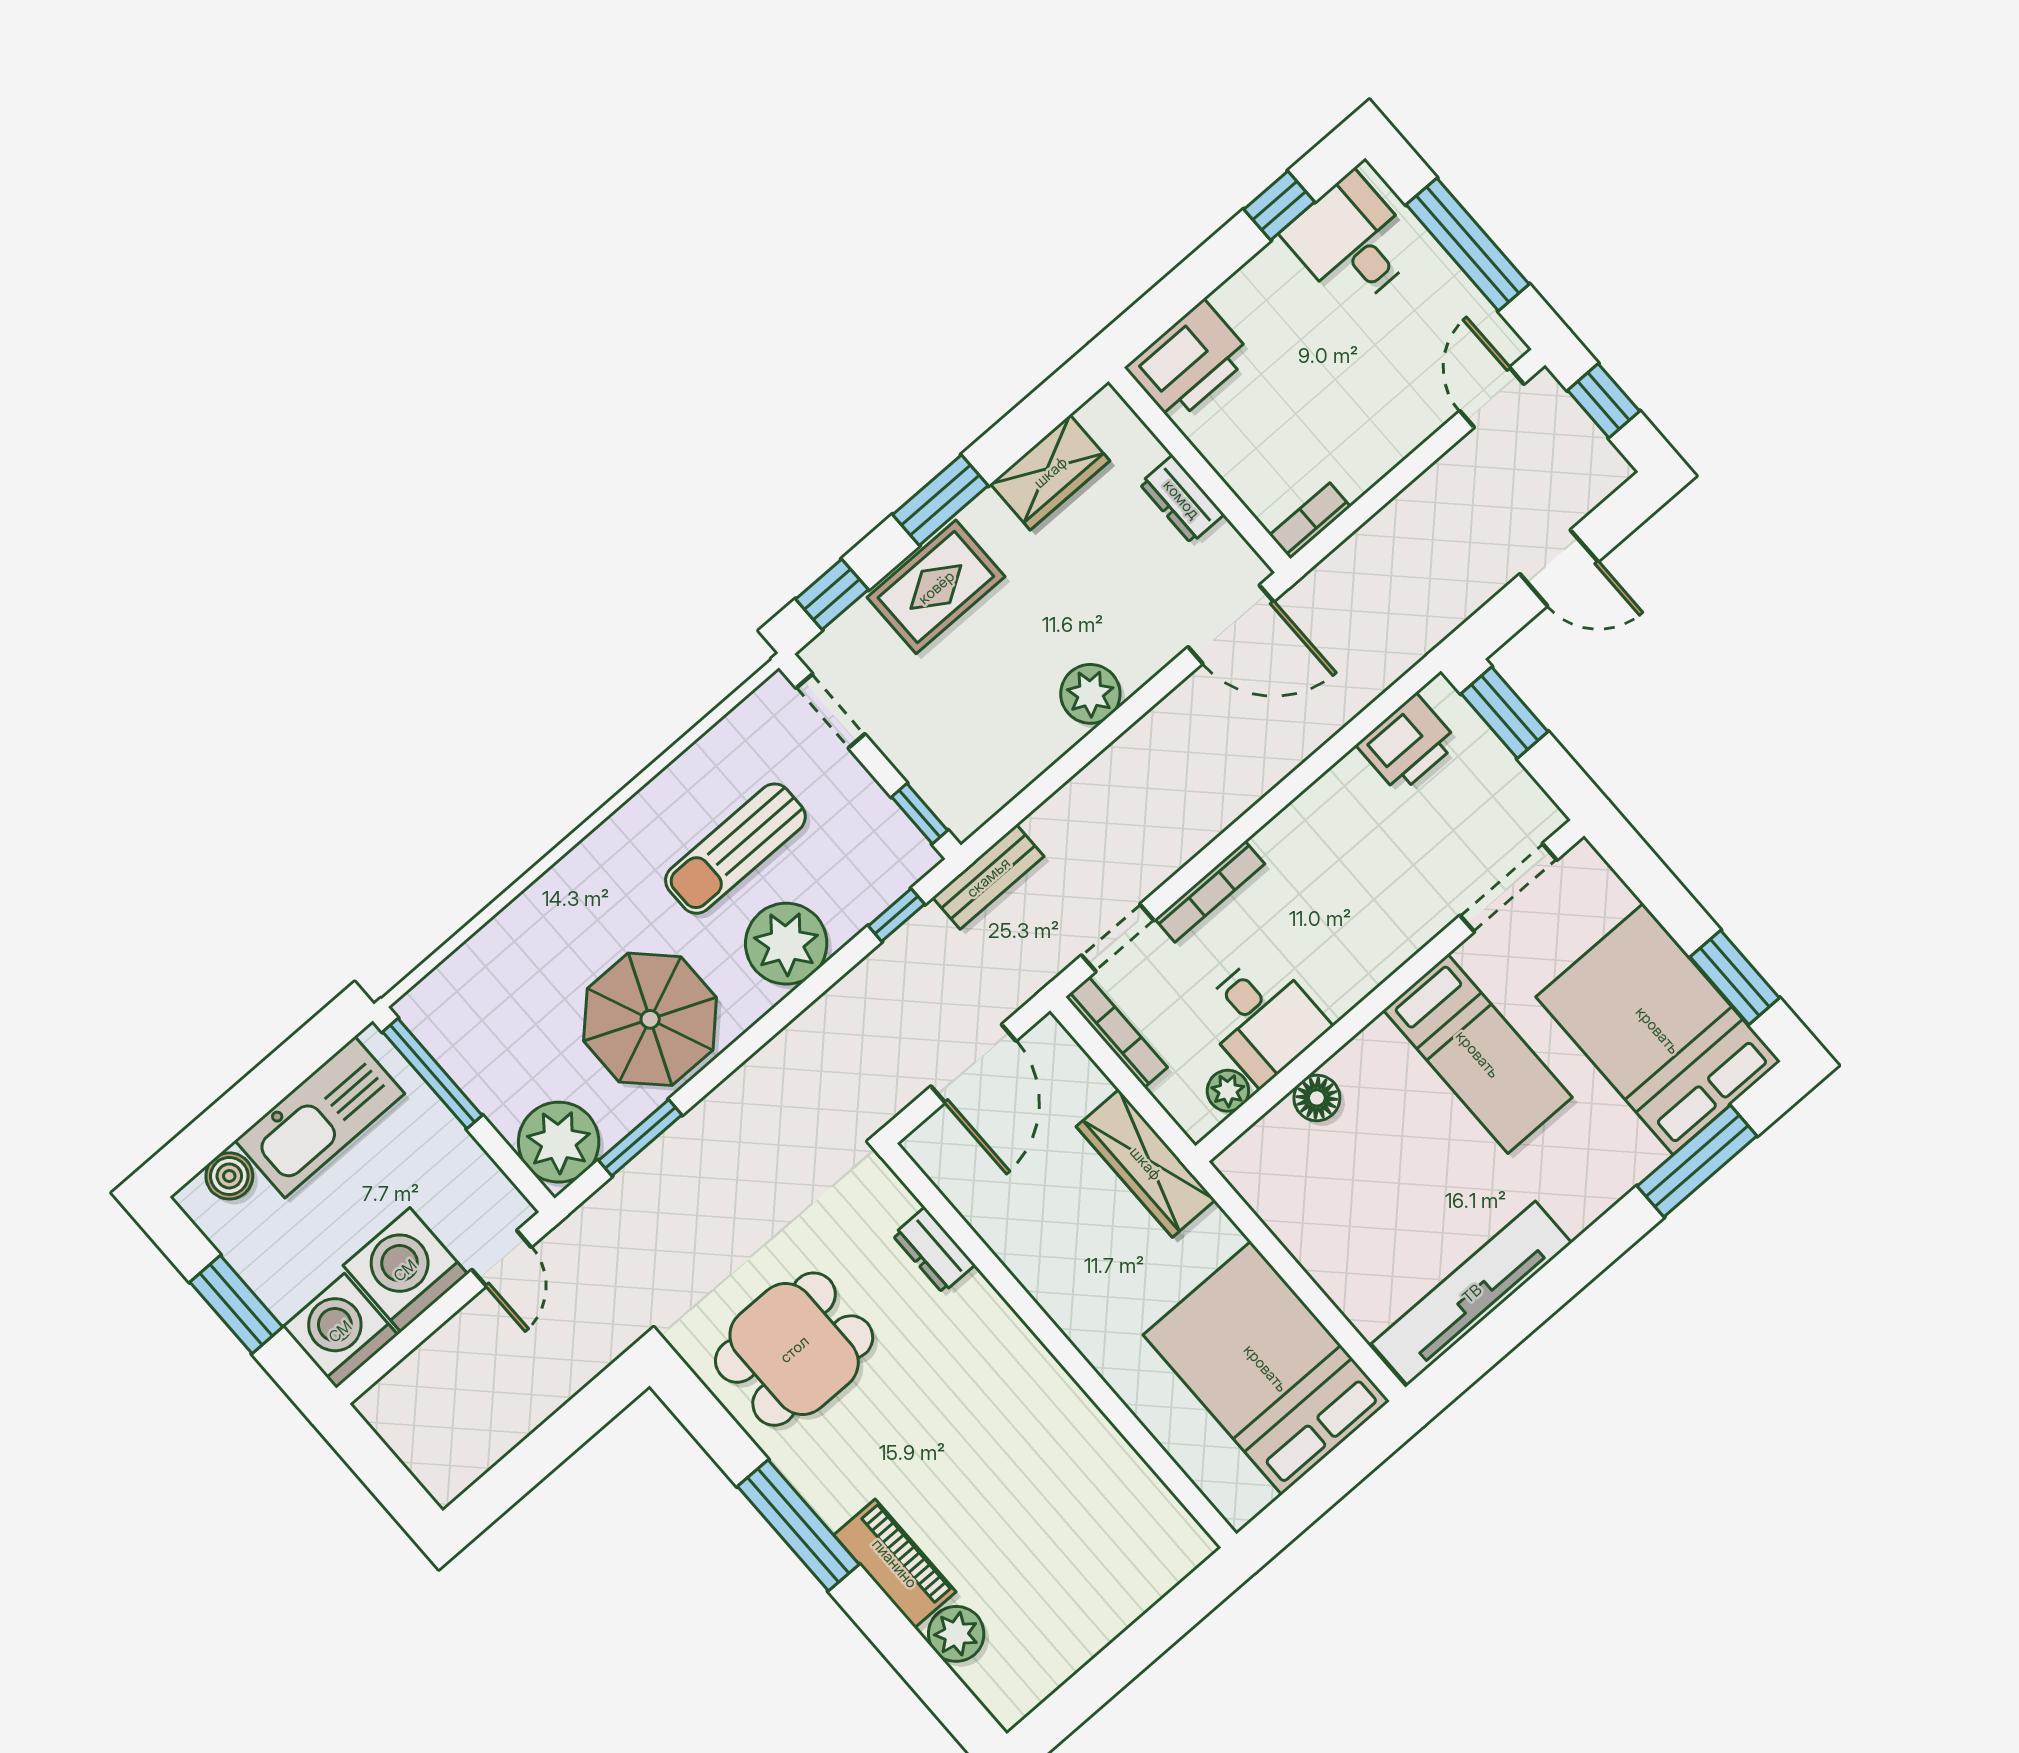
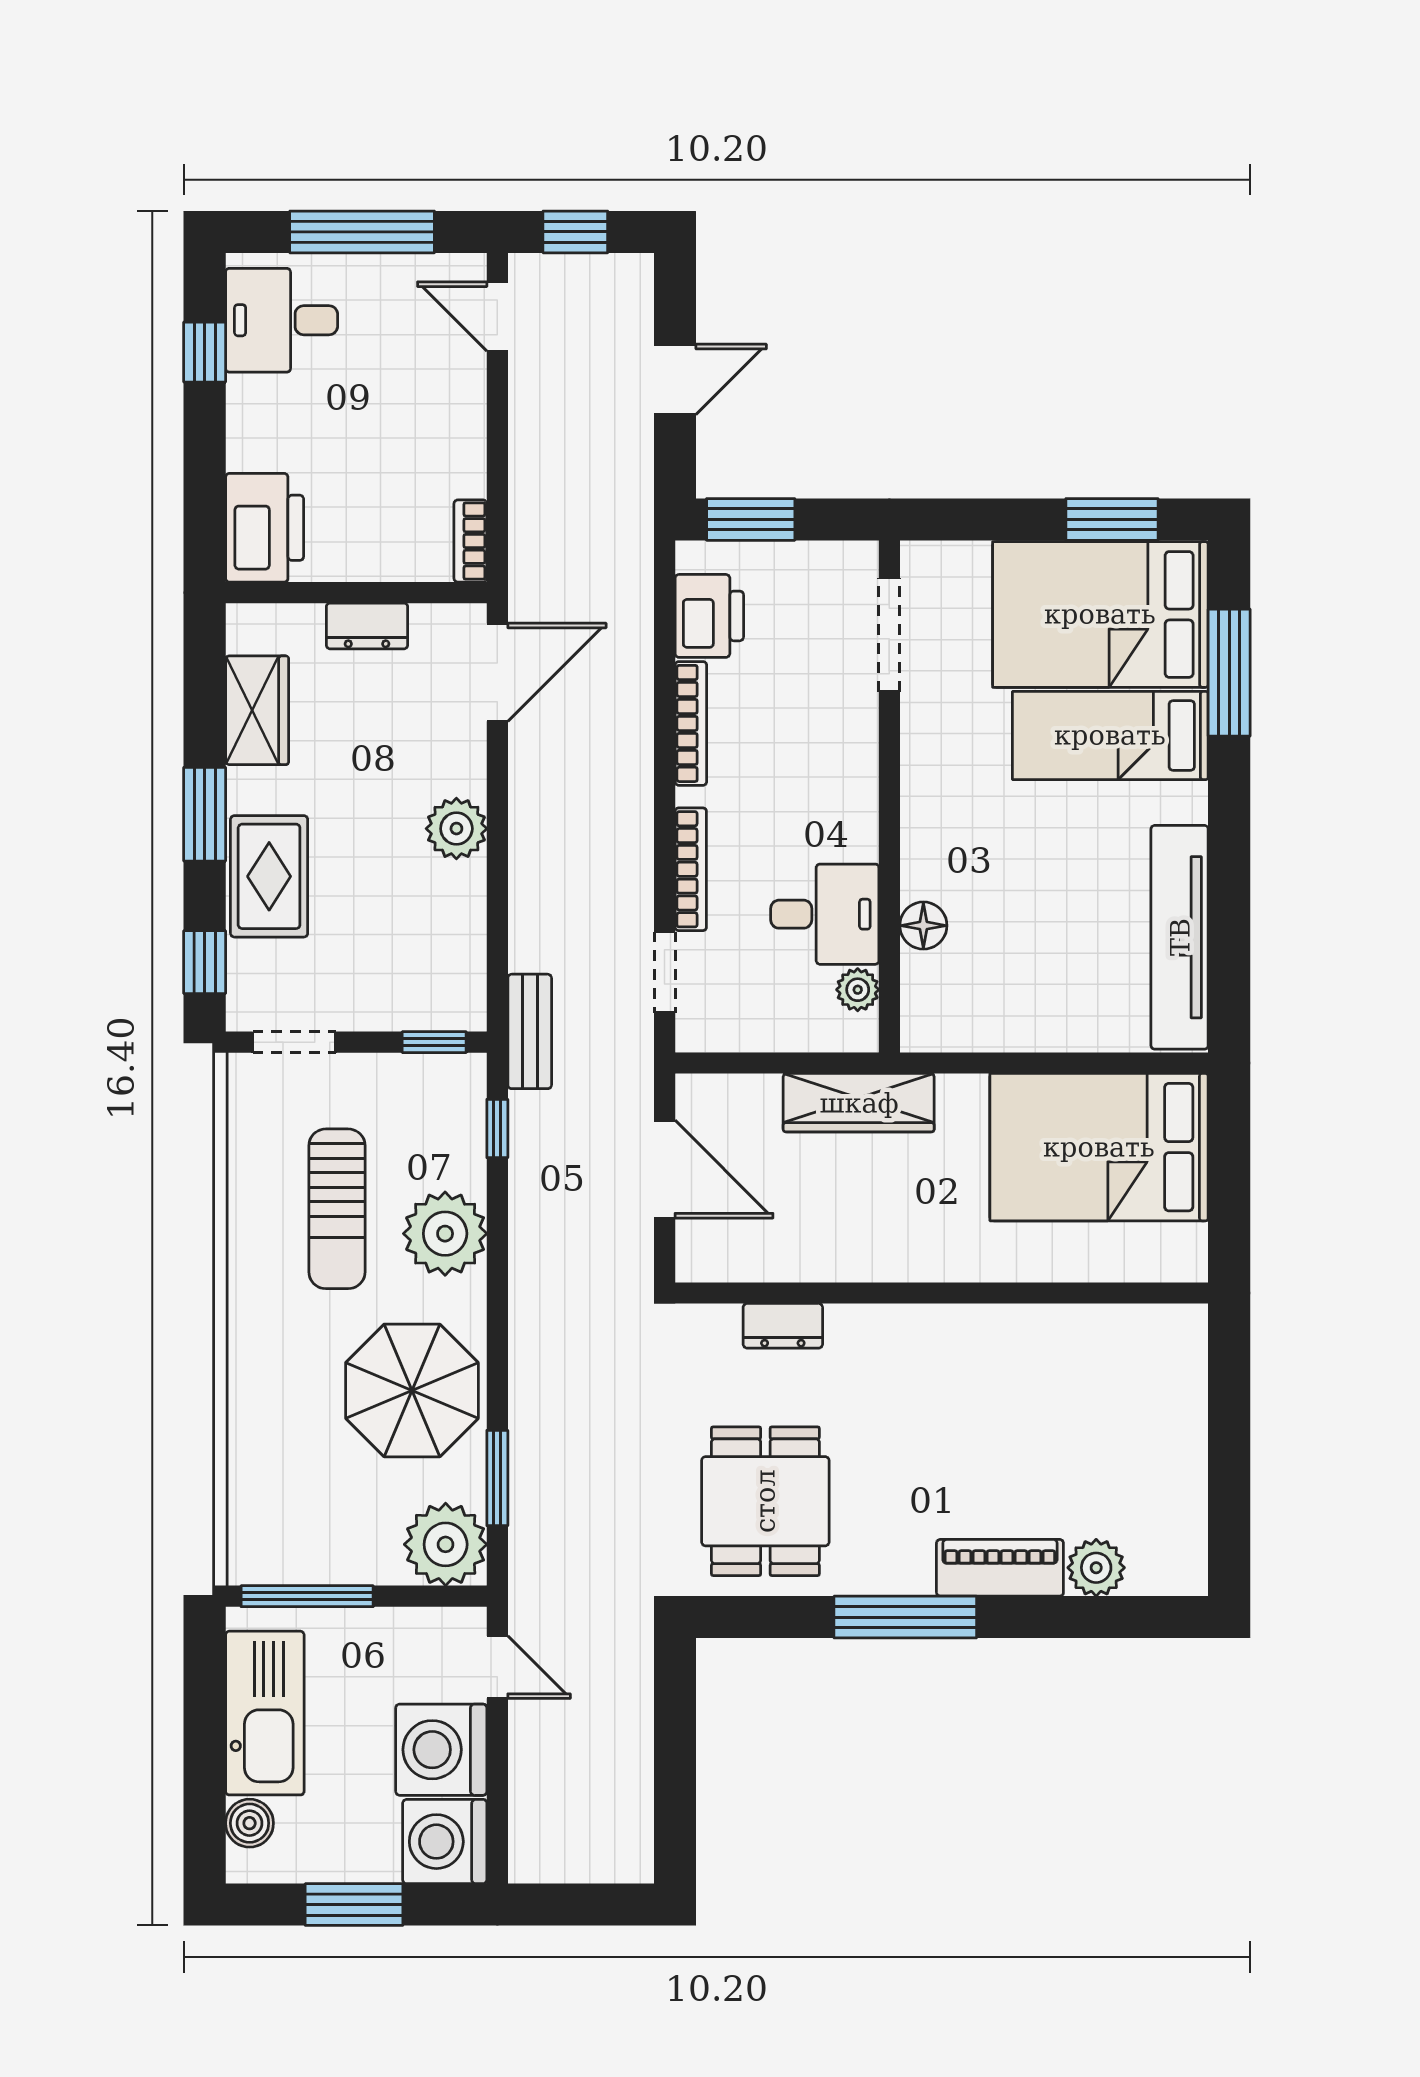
bookcase: (1117, 1032) -> (691, 723), moved, turned 90
bed: (1478, 1054) -> (1110, 735), moved, turned 180

